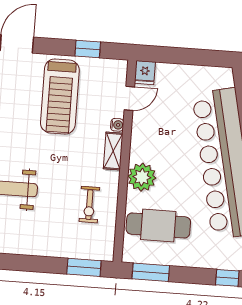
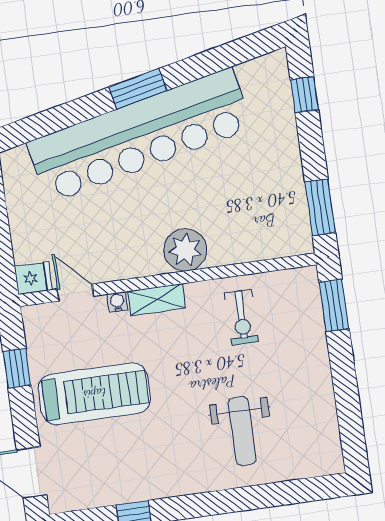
exercise bike: (89, 205) -> (242, 317), turned 90
cafe table: (158, 225) -> (250, 211), removed

